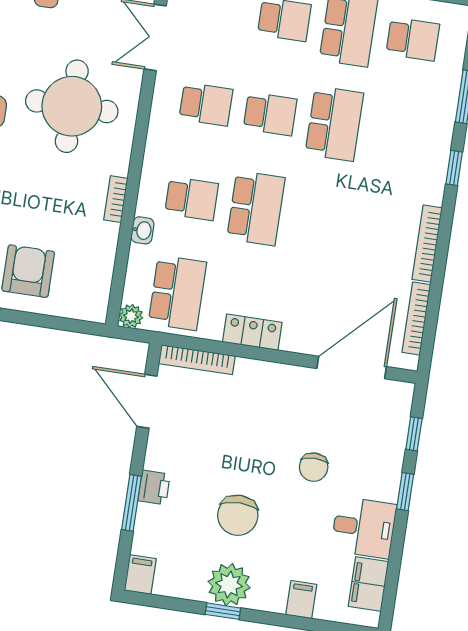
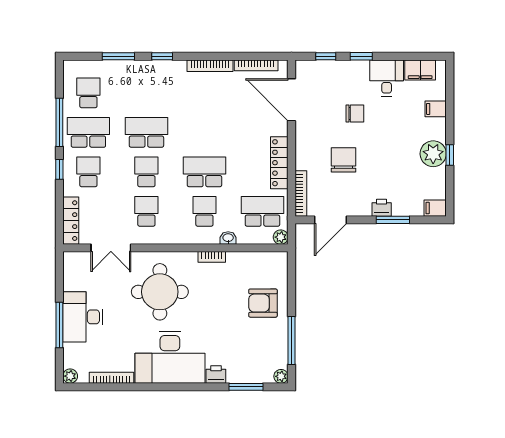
locker: (252, 332) -> (279, 163), width x1.53
chair: (238, 515) -> (343, 160), moved, turned -90

